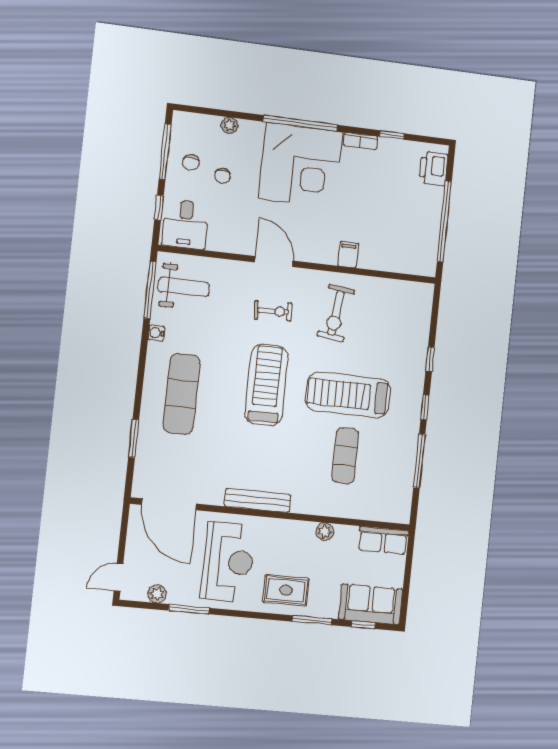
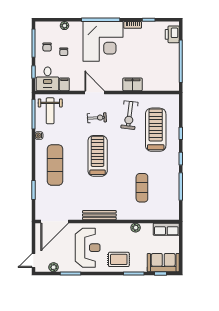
filing cabinet: (217, 239) -> (64, 84), added
filing cabinet: (348, 255) -> (132, 84), width x2.00
weight bench: (184, 287) -> (50, 111), turned 90
treadmill: (348, 395) -> (156, 130), moved, turned 90
door: (169, 504) -> (55, 221), hinge flipped

